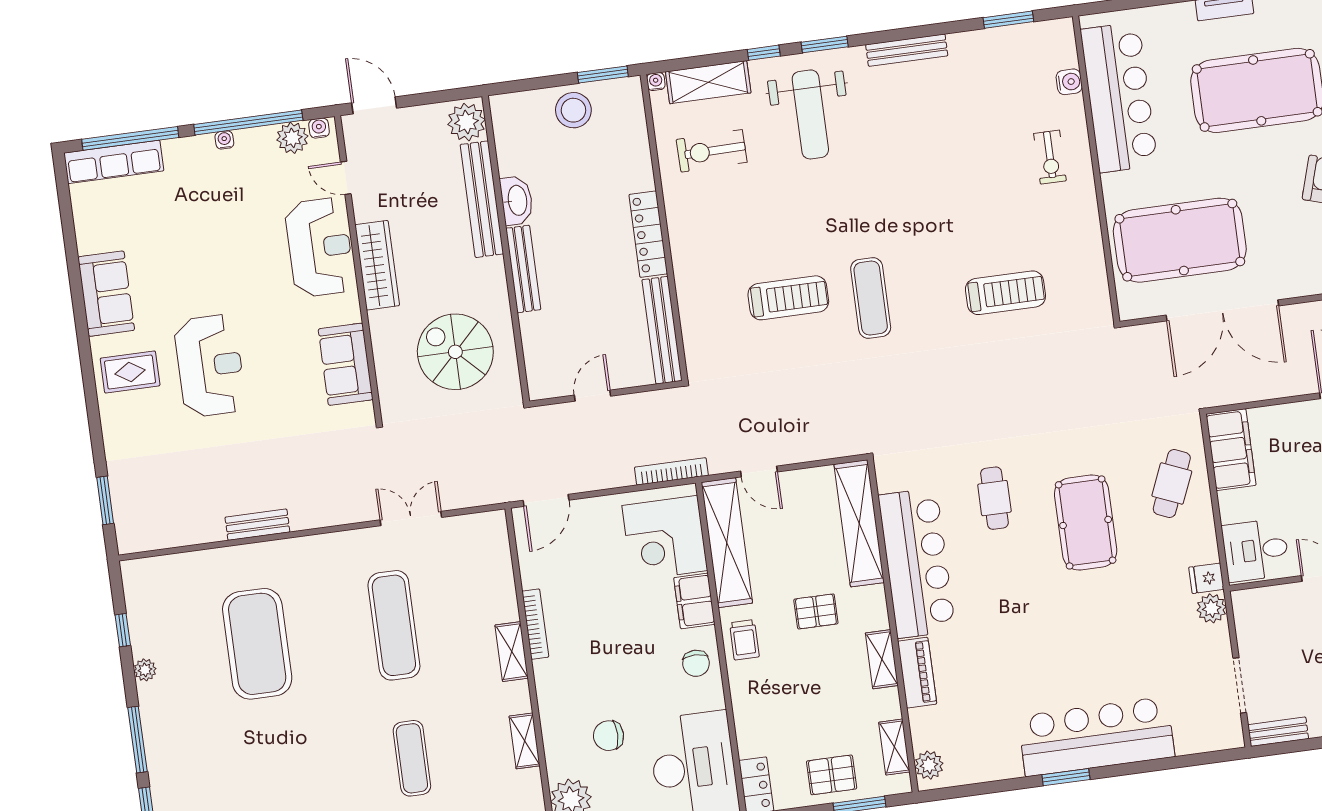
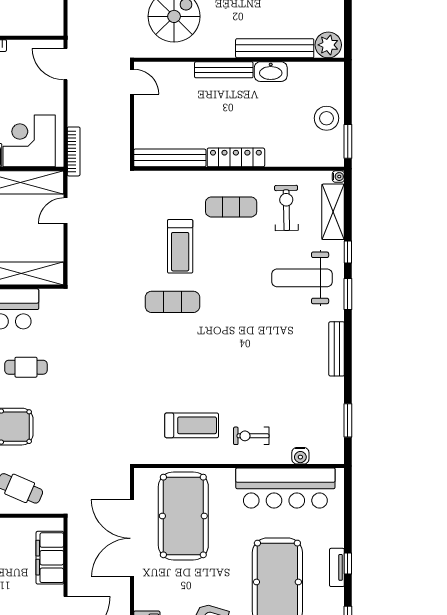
exercise mat: (721, 231) -> (231, 207), added
treadmill: (1005, 293) -> (192, 425), moved, turned -90
door: (593, 396) -> (132, 82), moved
filing cabinet: (1231, 450) -> (50, 558), moved, turned 90

